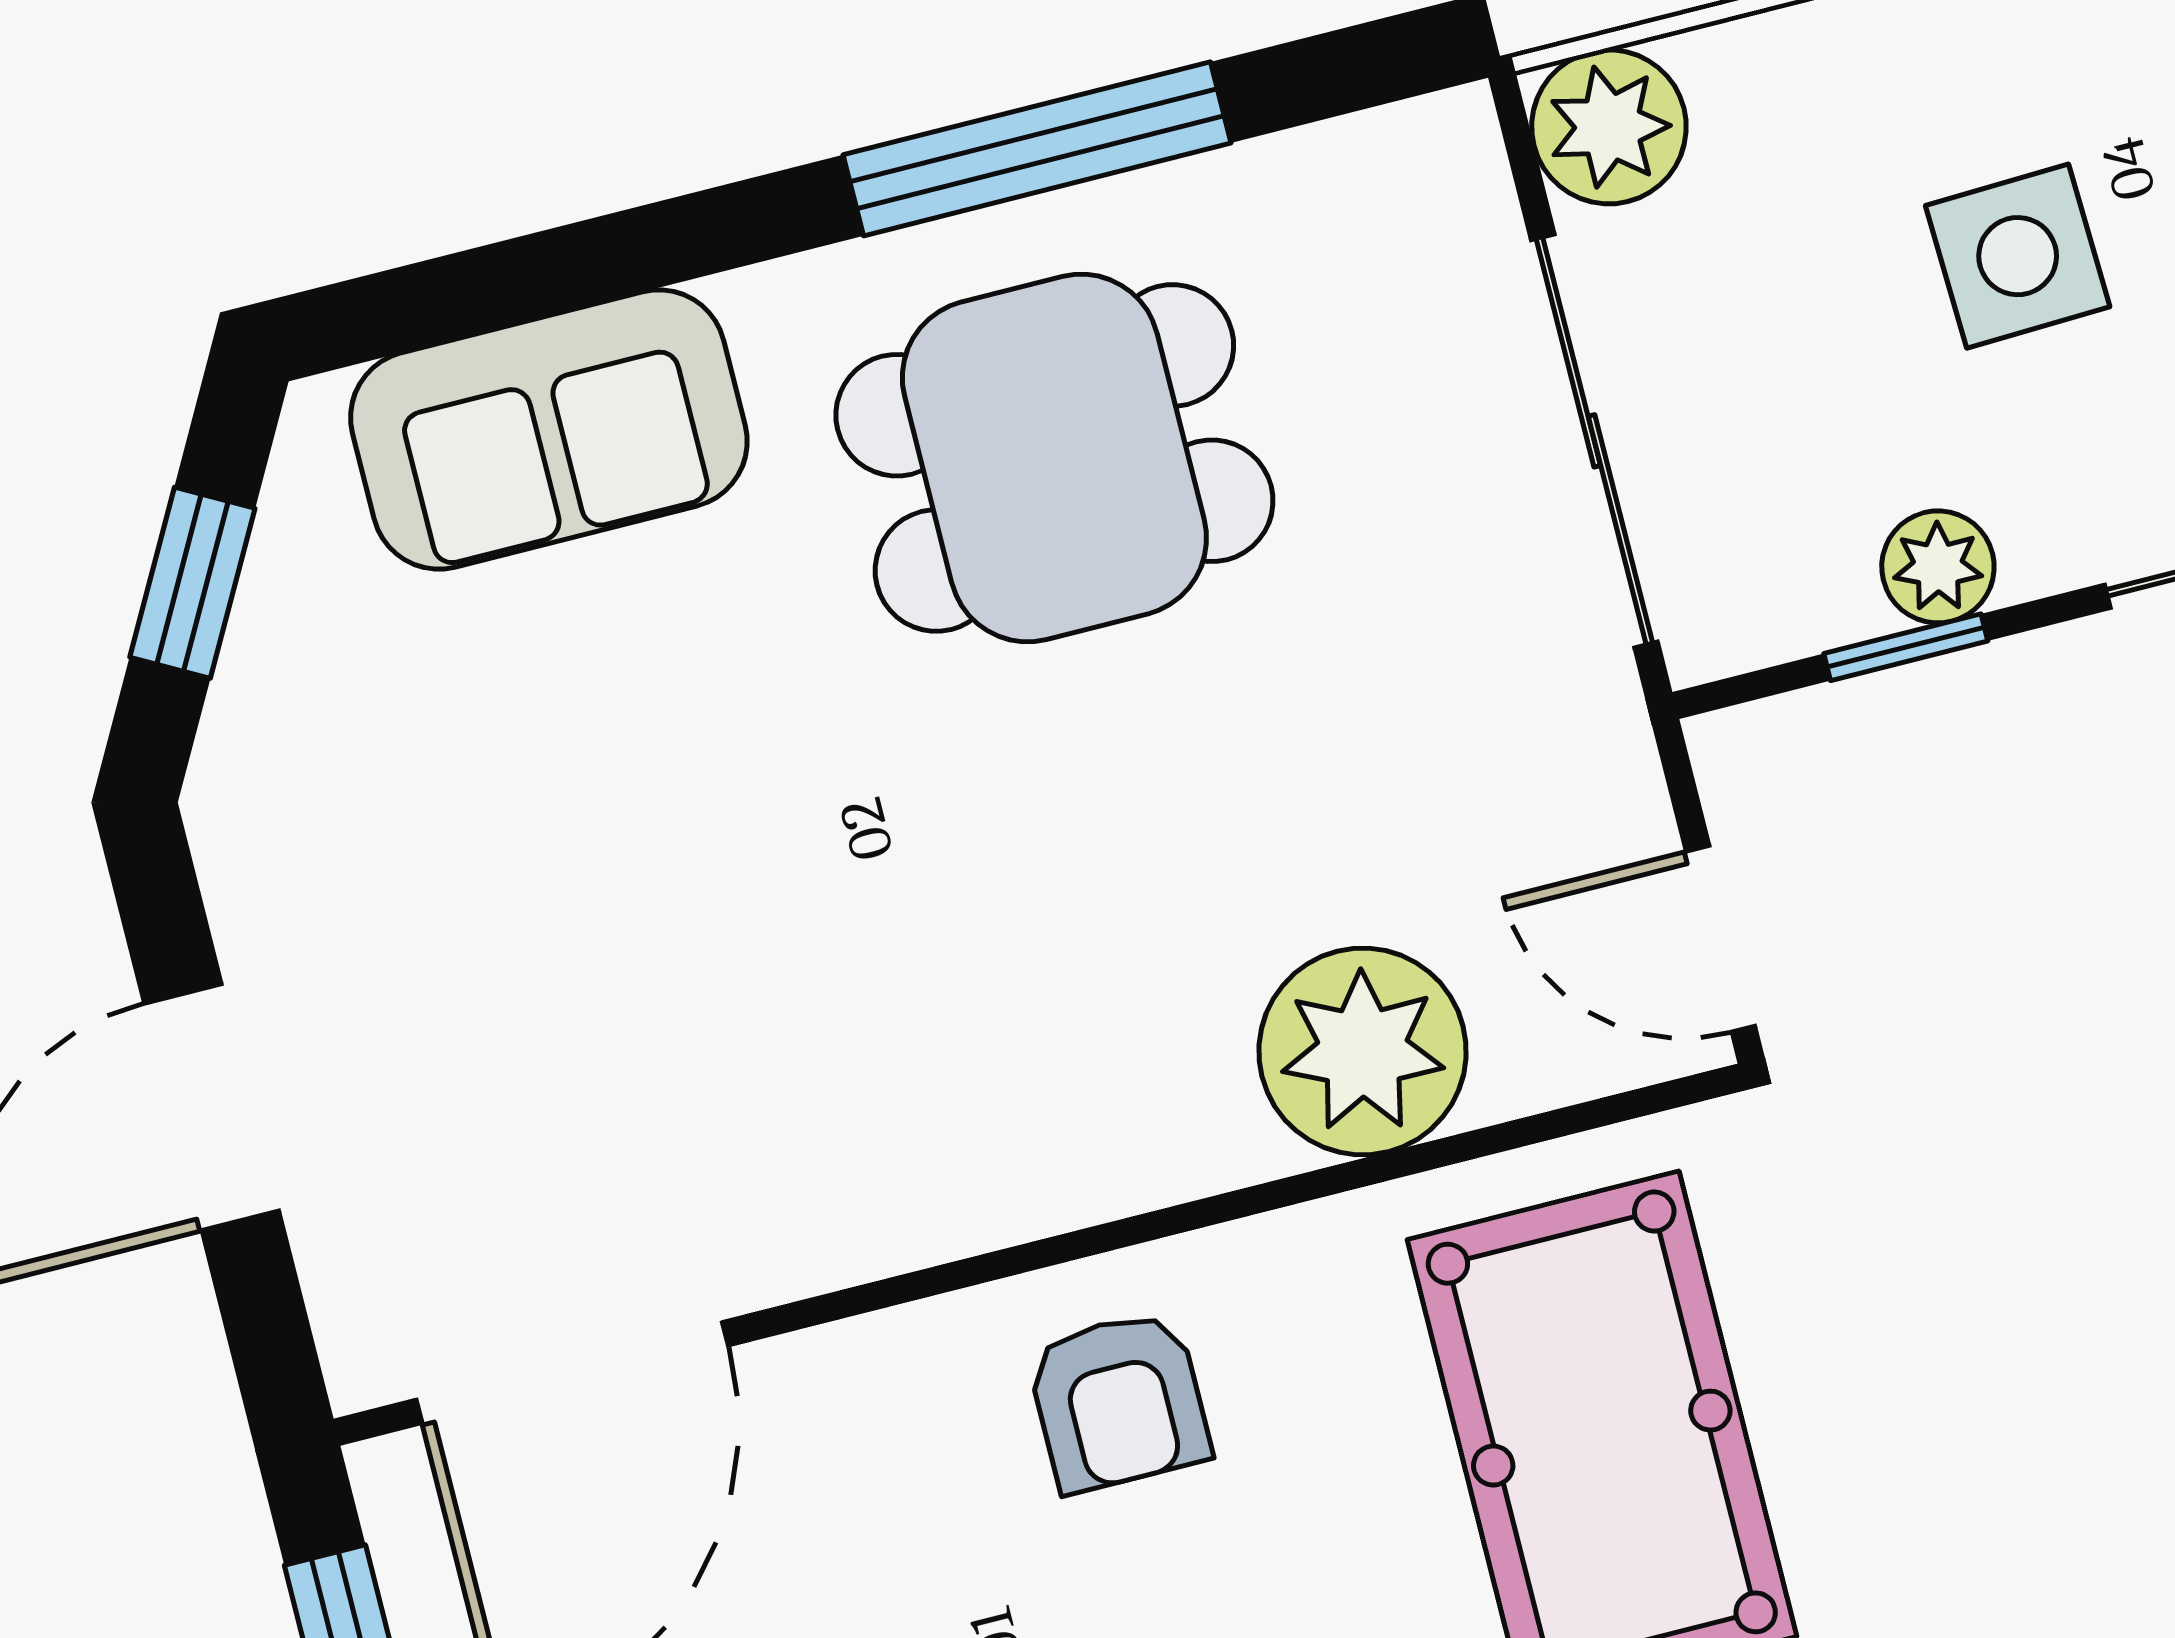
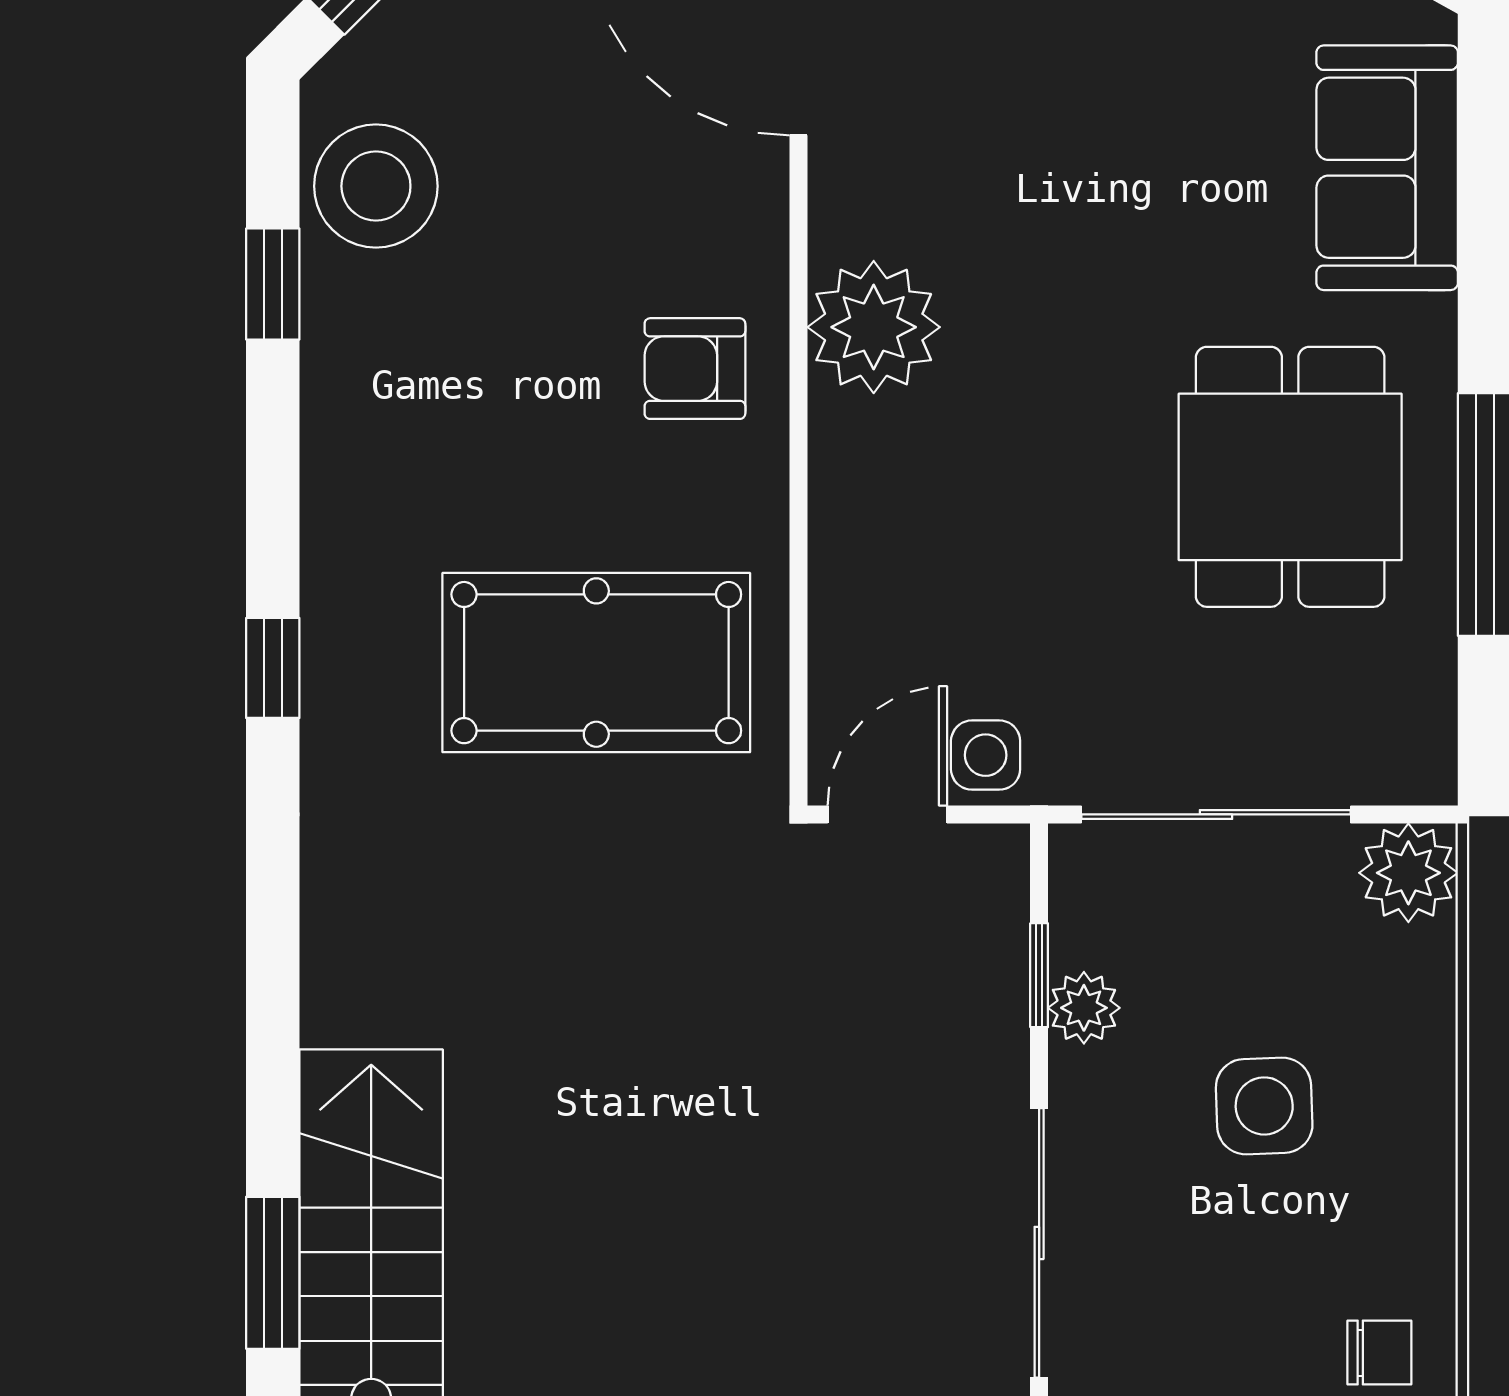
side table: (1593, 813) -> (986, 755), added
plant: (1363, 1051) -> (874, 327), moved

